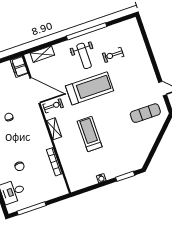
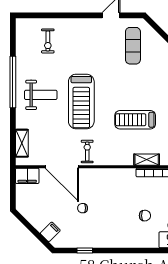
exercise bike: (113, 55) -> (48, 41), moved
treadmill: (90, 88) -> (81, 101), turned 180
door: (35, 91) -> (62, 167), swing flipped
shelving: (54, 129) -> (147, 160), moved

